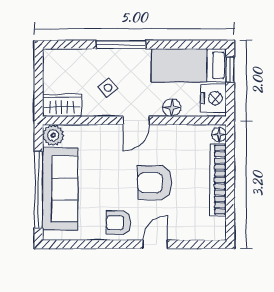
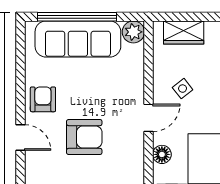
wardrobe: (62, 105) -> (184, 32), moved, turned 90
door: (136, 121) -> (149, 118), swing flipped
armchair: (155, 183) -> (84, 137), turned 90

